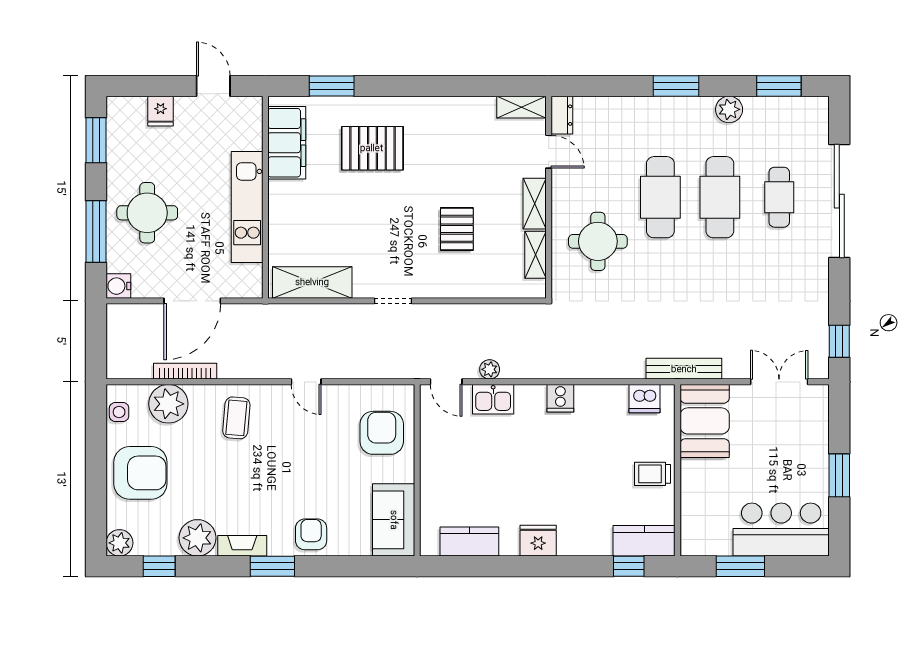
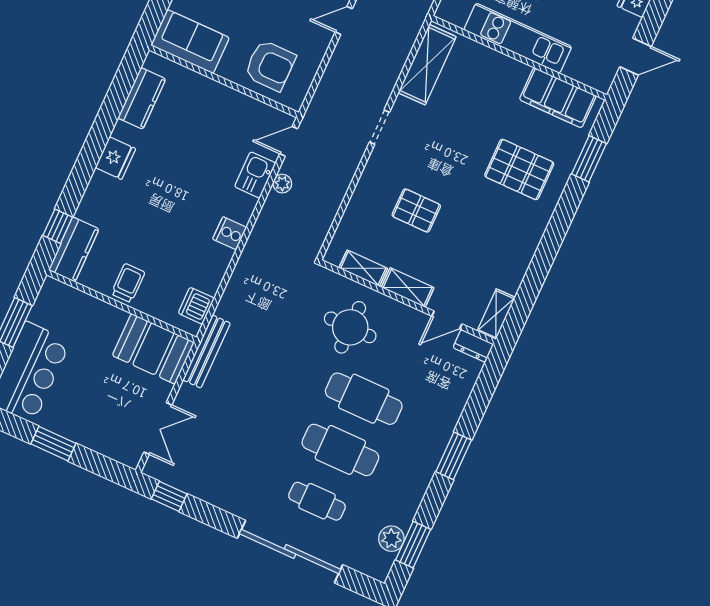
plant: (729, 109) -> (391, 539), moved
pallet: (372, 148) -> (519, 169), turned 90

